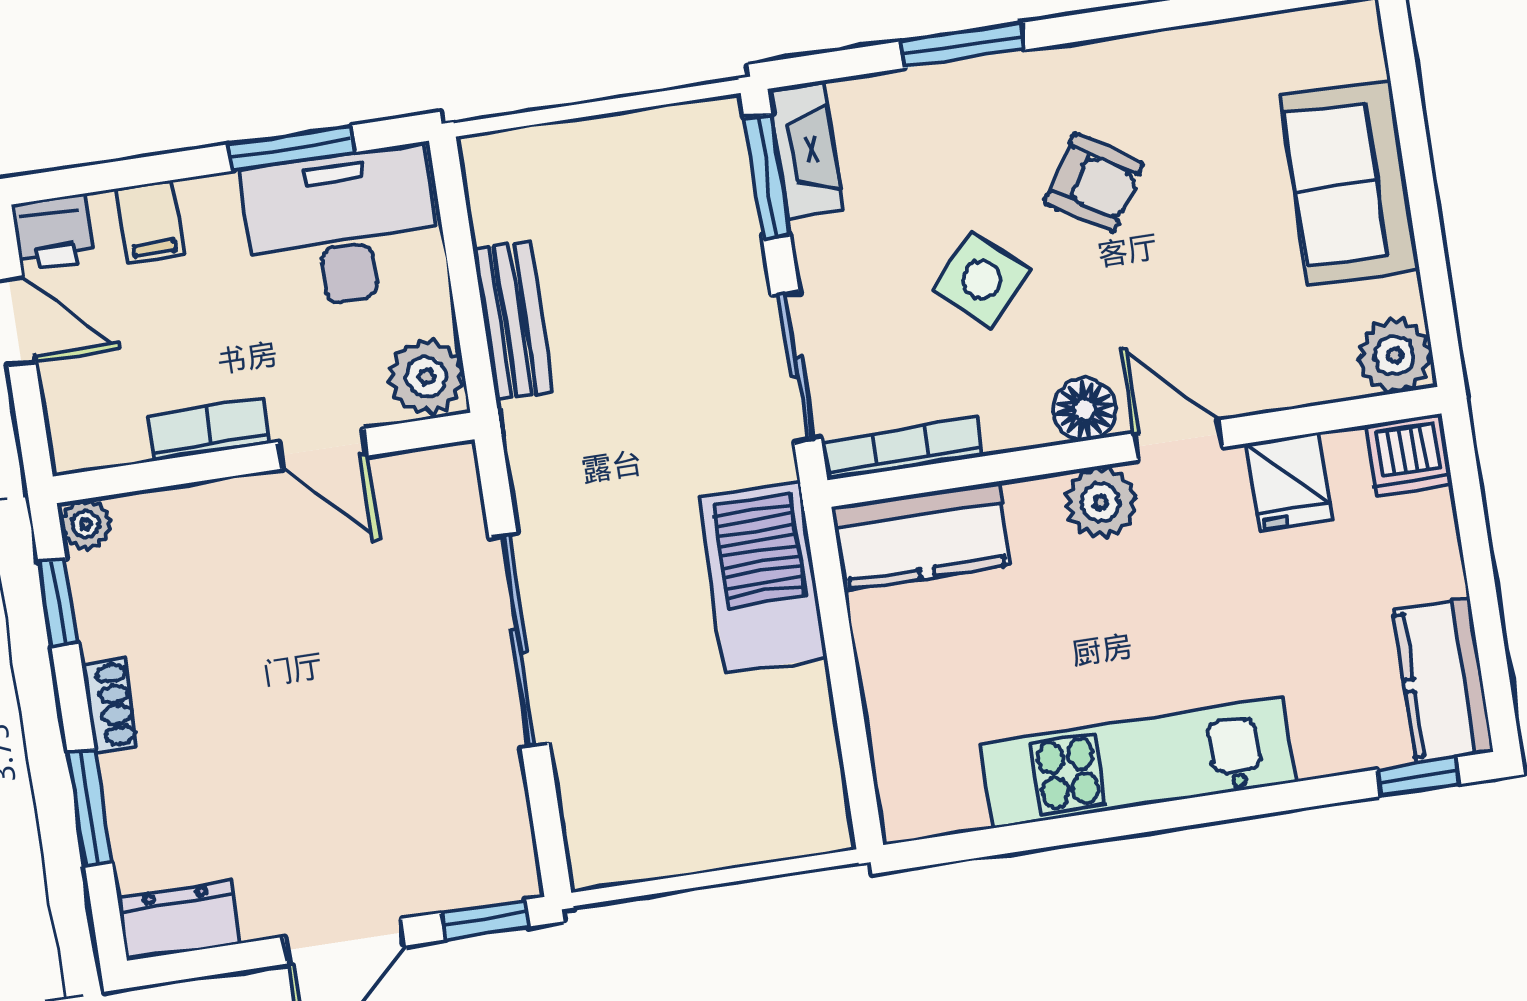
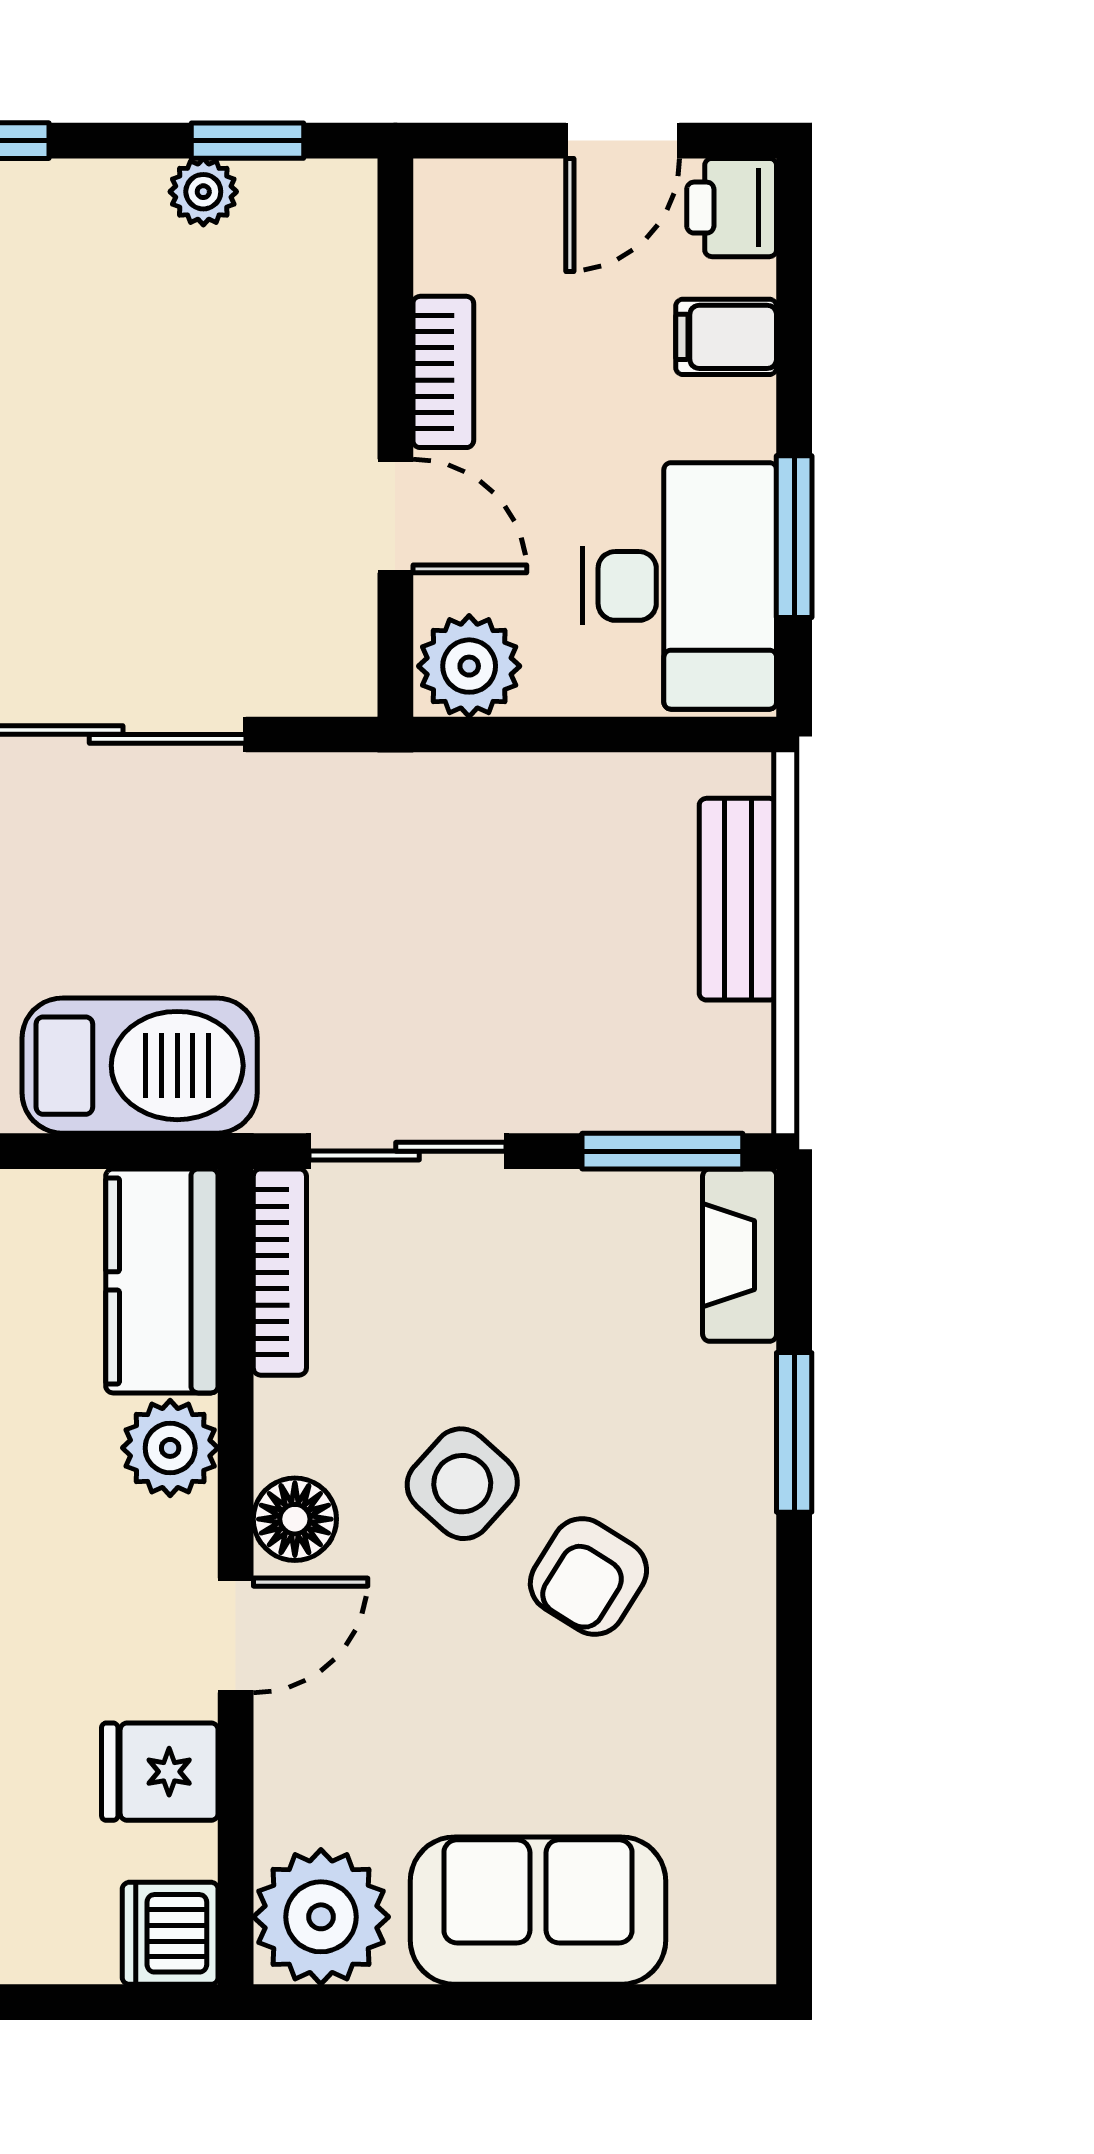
fireplace: (805, 151) -> (740, 1255), moved, turned 90
side table: (982, 280) -> (462, 1484), moved
bench: (513, 321) -> (738, 899), moved, turned 90
plant: (1395, 356) -> (321, 1917), width x1.36, depth x1.36
door: (322, 449) -> (395, 516), swing flipped
plant: (1101, 502) -> (170, 1448), moved
plant: (86, 524) -> (203, 192), moved
shoe rack: (110, 705) -> (103, 187), removed

